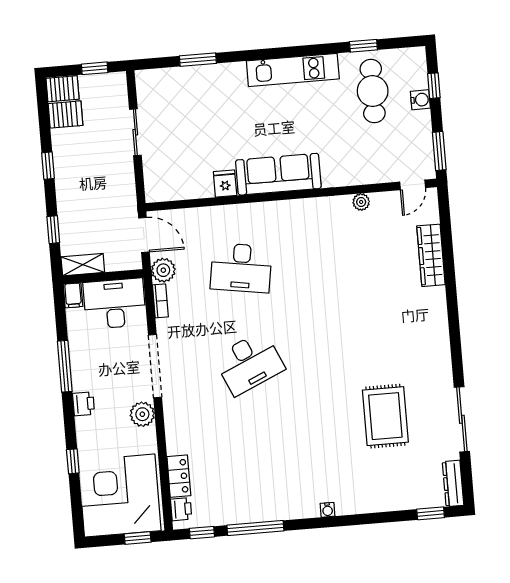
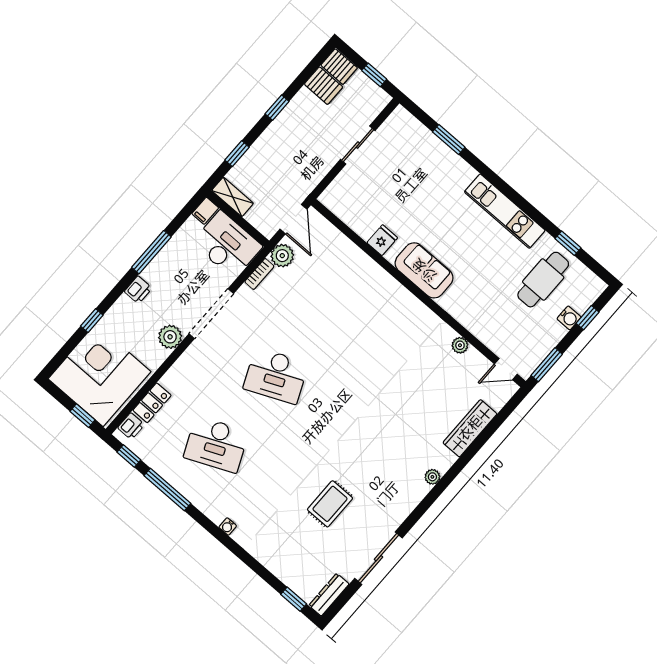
sofa: (278, 174) -> (424, 270), width x0.73
desk: (241, 268) -> (216, 444), moved, turned -33
plant: (440, 319) -> (432, 477), added
rug: (385, 416) -> (330, 504), width x0.73, depth x0.70

